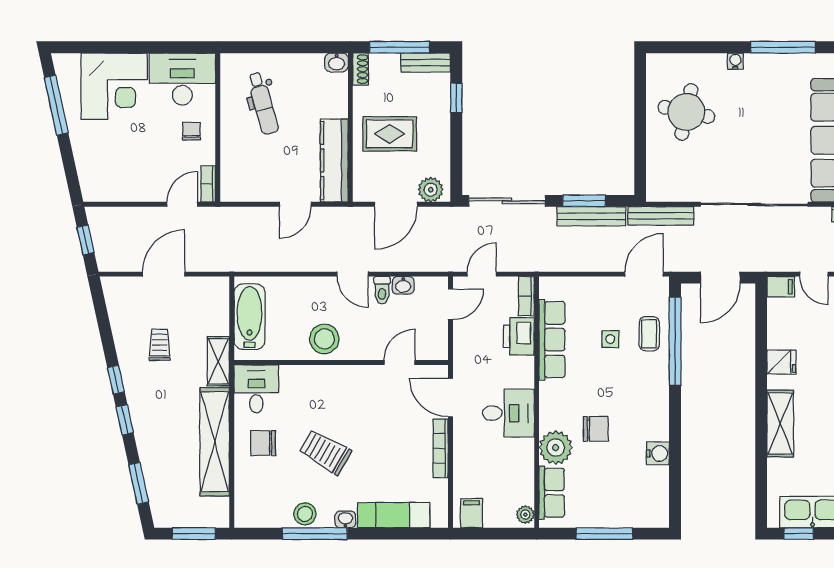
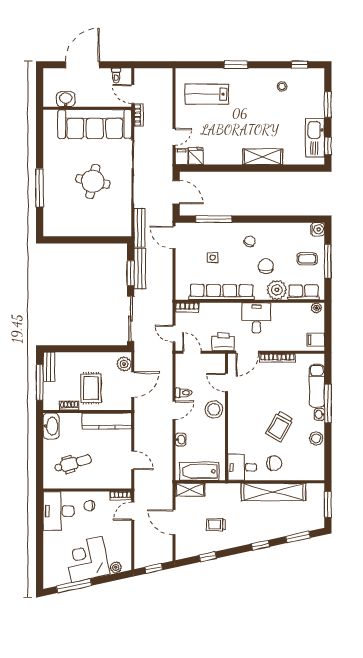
window: (783, 47) -> (40, 188), moved
water cooler: (735, 61) -> (48, 183), removed
washbasin: (337, 62) -> (51, 426), width x1.91, depth x1.45
shoe rack: (361, 69) -> (69, 406), moved
corner desk: (114, 86) -> (87, 559), moved, turned -102
window: (456, 98) -> (70, 349), removed
round table: (686, 112) -> (93, 181), moved
plant: (87, 176) -> (116, 567), added
door: (182, 204) -> (133, 511), hinge flipped
door: (295, 204) -> (133, 460), moved
door: (396, 204) -> (133, 384), hinge flipped
washbasin: (403, 285) -> (181, 440), moved
coffee table: (649, 334) -> (307, 259), moved
printer: (519, 336) -> (223, 342), moved, turned 180
stool: (324, 339) -> (214, 409), moved
row of seats: (552, 340) -> (222, 292), width x1.36
window: (675, 341) -> (214, 219), width x0.68
shelving: (218, 361) -> (190, 490), moved
fridge: (781, 362) -> (196, 156), moved
window: (116, 380) -> (208, 557), moved
chair: (638, 402) -> (250, 241), added
chair: (263, 443) -> (274, 463), turned -90
water cooler: (658, 453) -> (318, 229), moved, turned 90
window: (315, 534) -> (328, 403), moved

